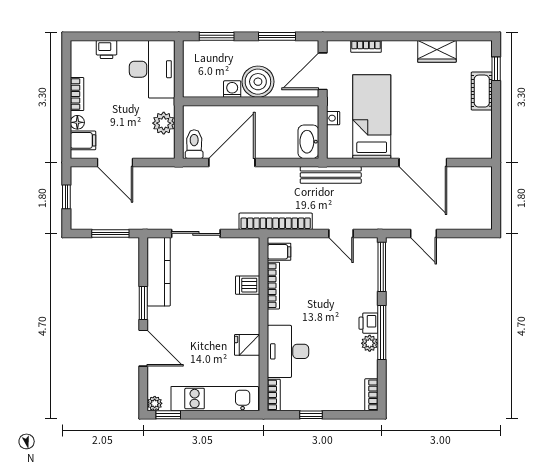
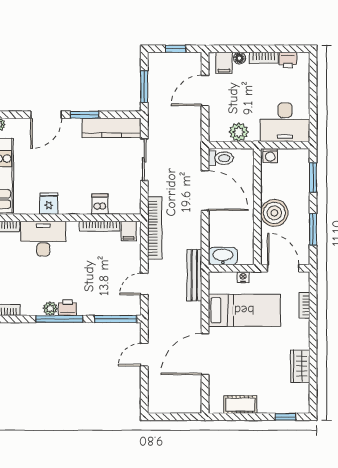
printer: (107, 50) -> (288, 60), moved, turned -90
washing machine: (232, 89) -> (270, 156), moved, turned 90
cot: (482, 91) -> (240, 405), moved

